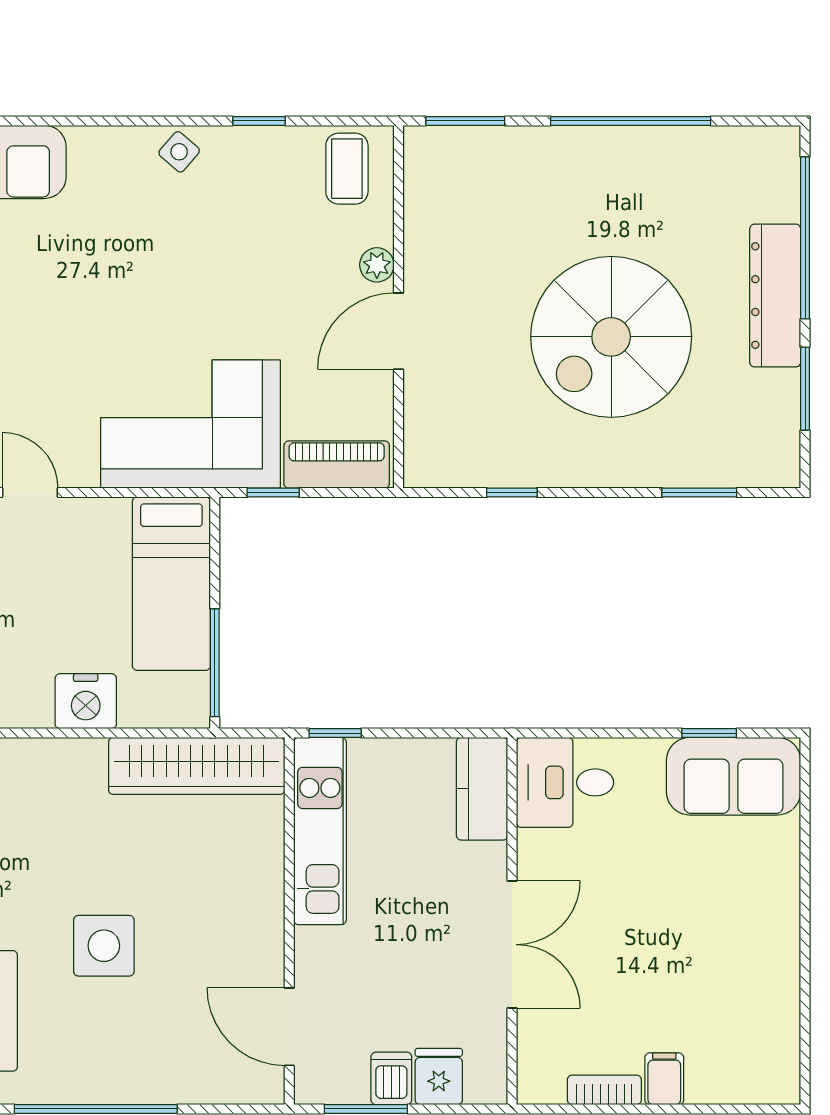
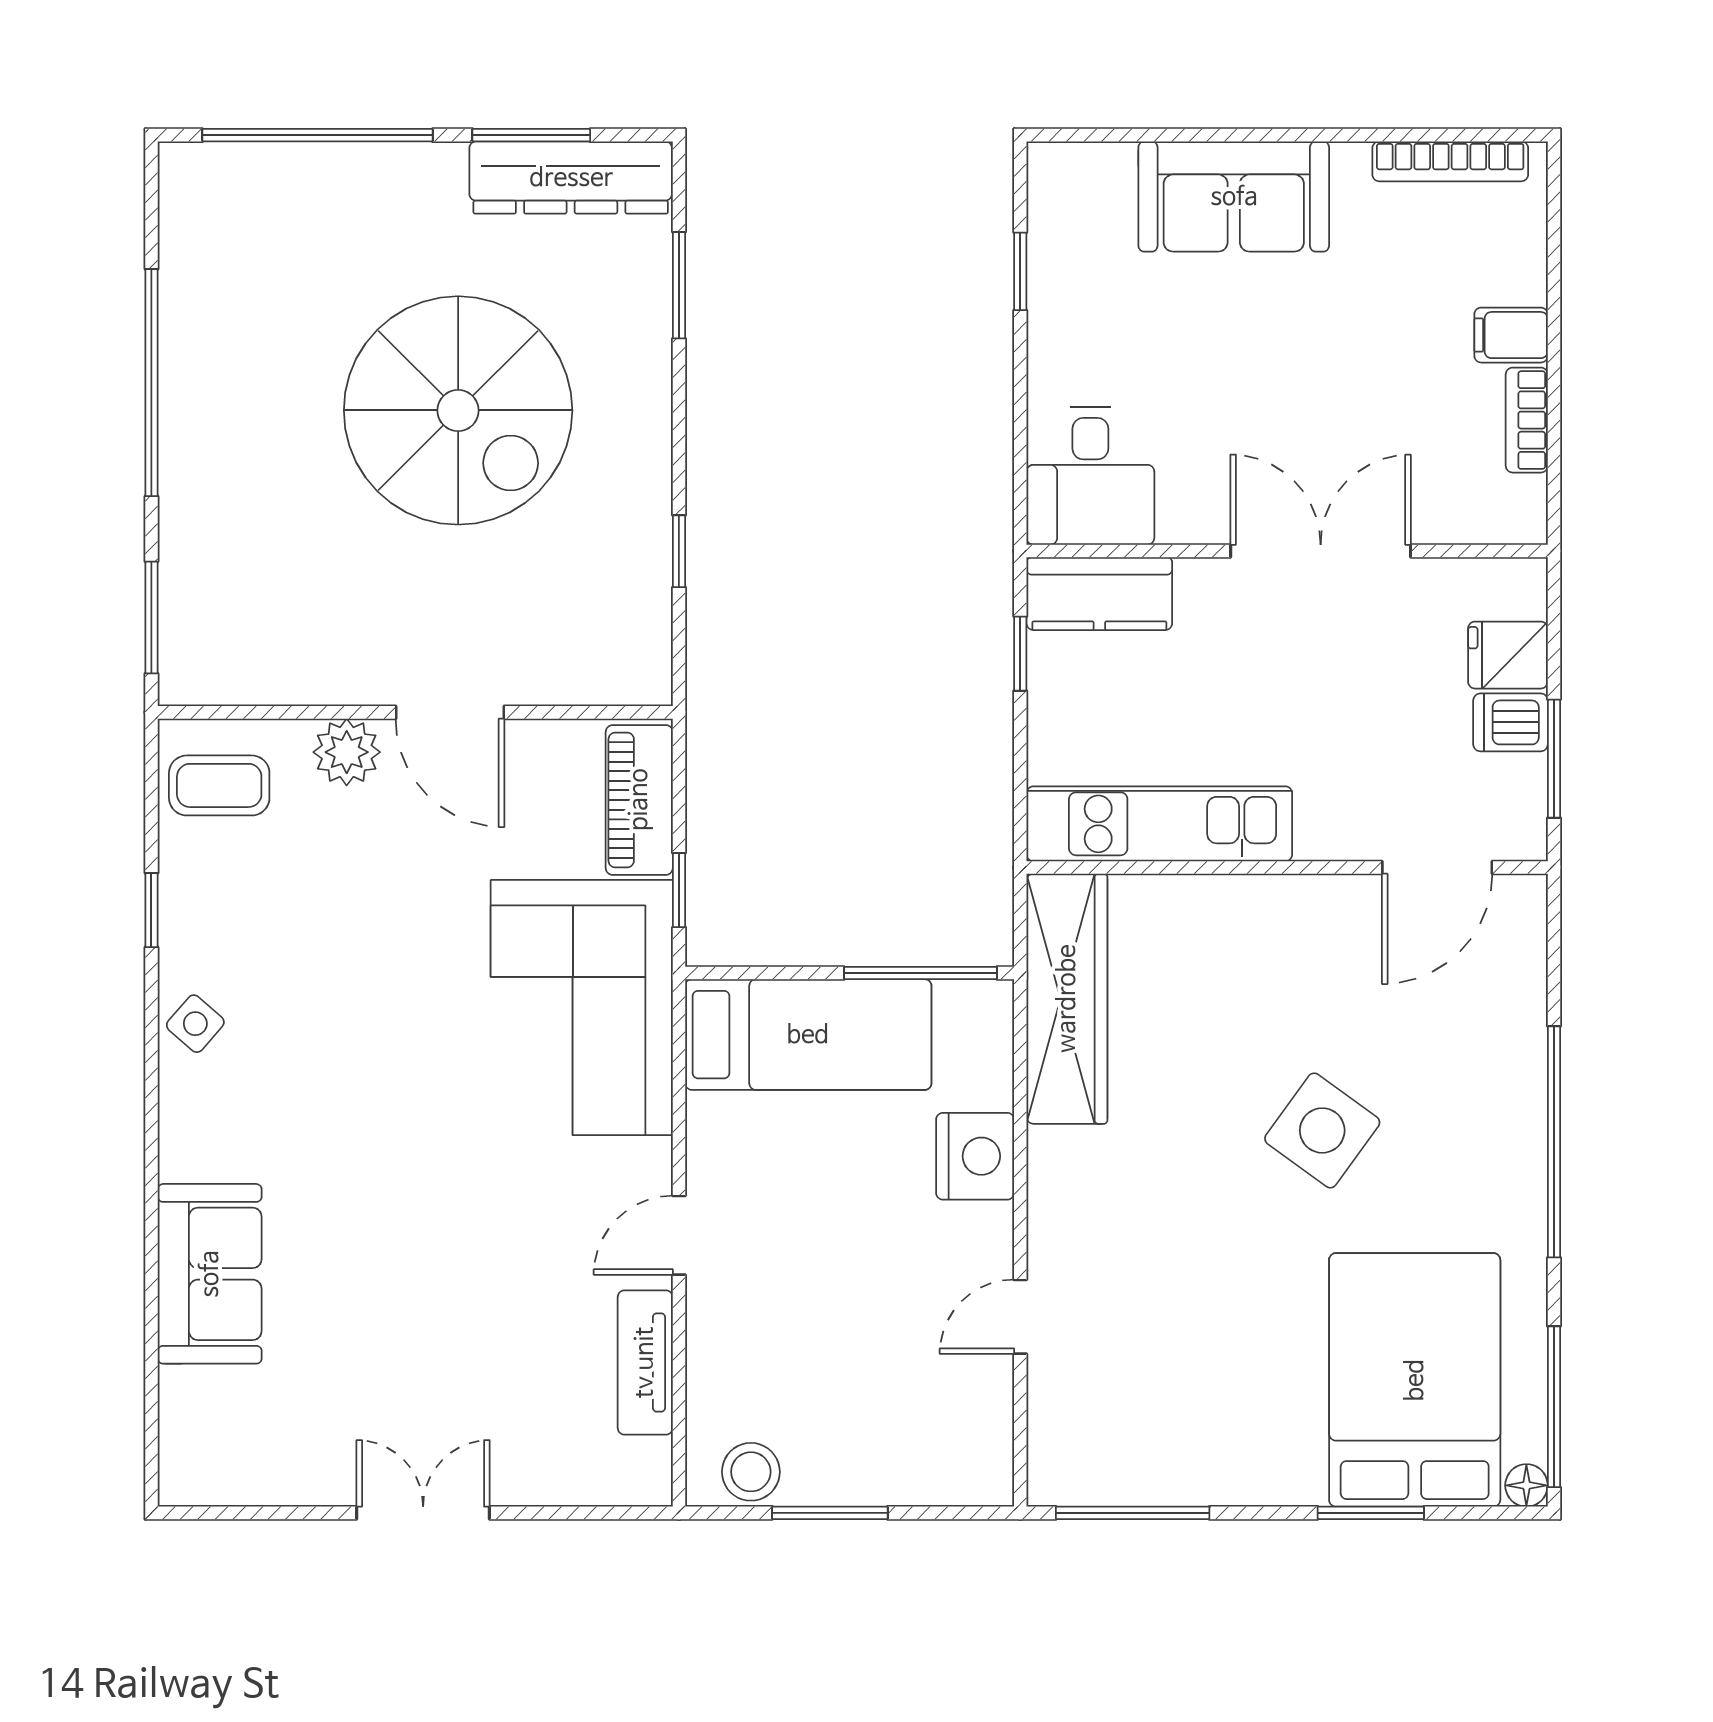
plant: (377, 265) -> (347, 752), width x1.38, depth x1.38
dresser: (775, 296) -> (571, 178), moved
window: (335, 733) -> (1020, 654), moved
sofa: (734, 776) -> (1234, 197), moved, turned 90
side table: (104, 946) -> (1322, 1130), turned 36
bookcase: (787, 1036) -> (1450, 161), added

